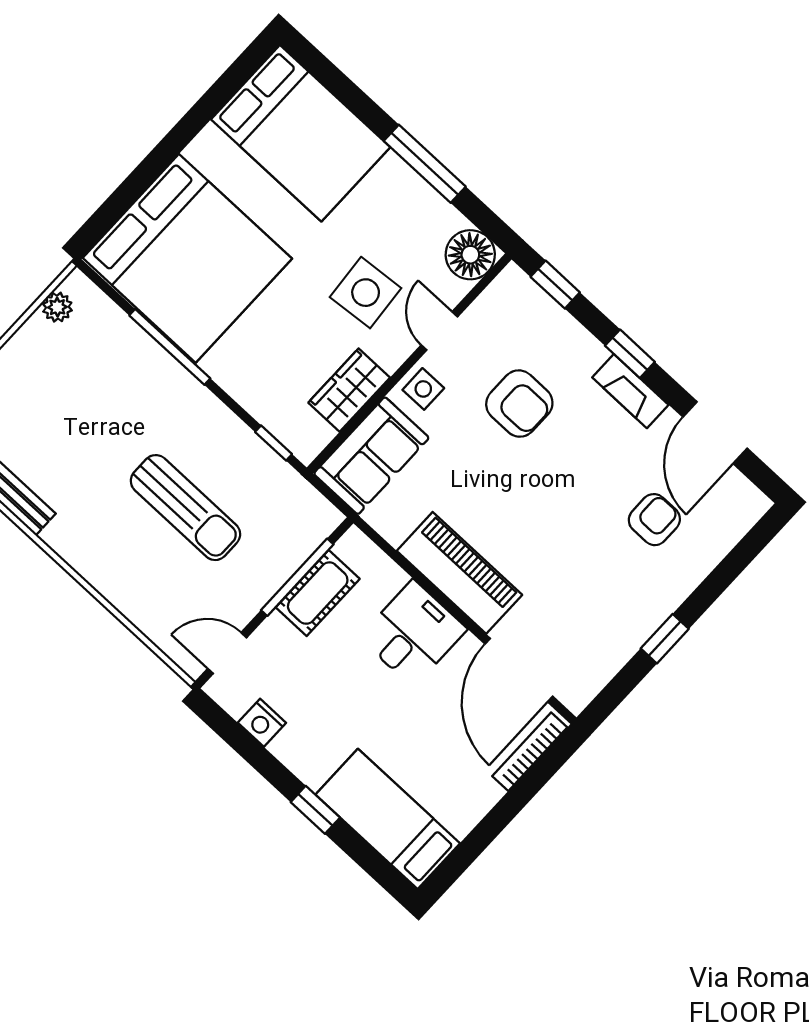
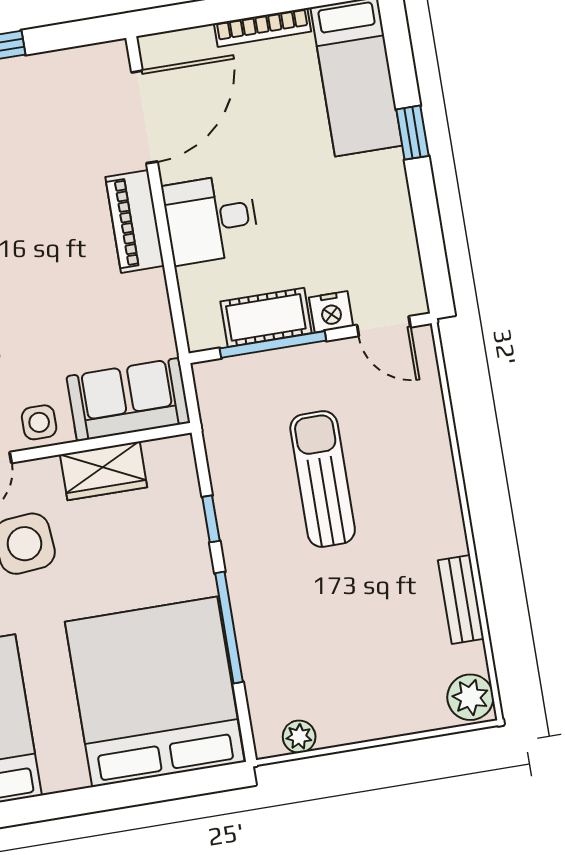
window: (274, 443) -> (211, 519), moved
piano: (459, 573) -> (135, 221), width x0.73, depth x0.75
nightstand: (262, 723) -> (331, 312), moved, turned 90
bookcase: (530, 752) -> (263, 28), moved

